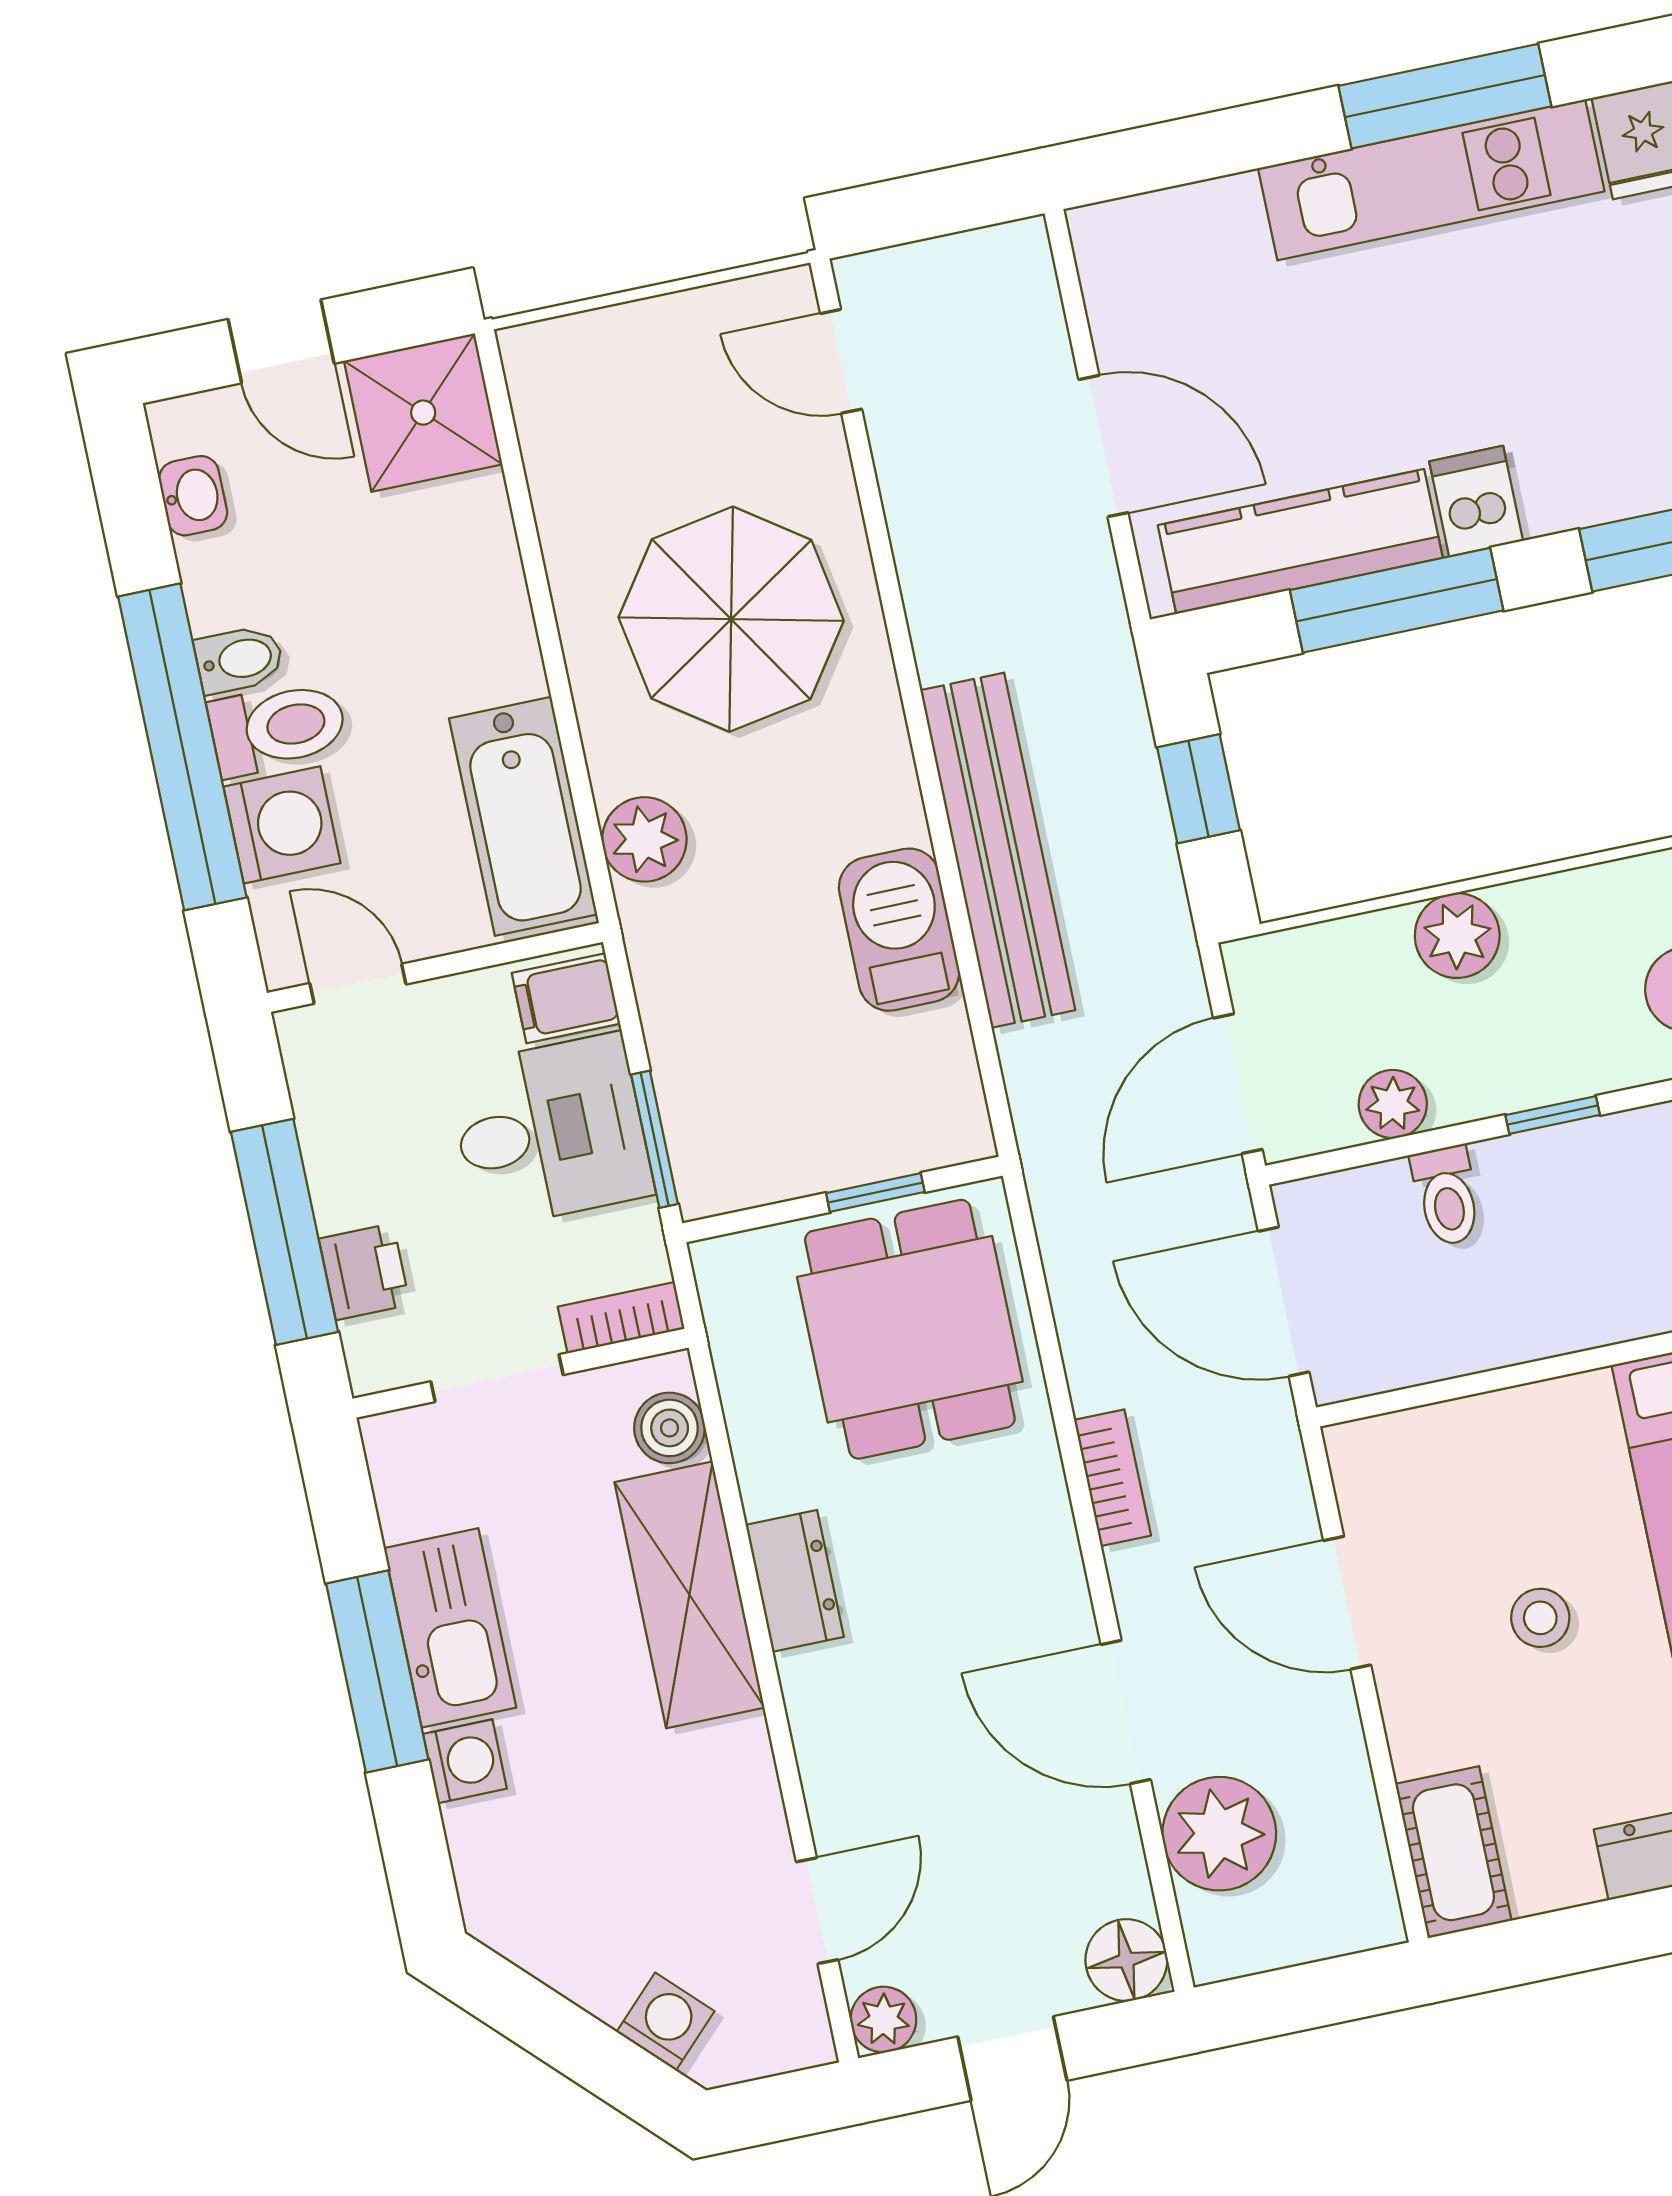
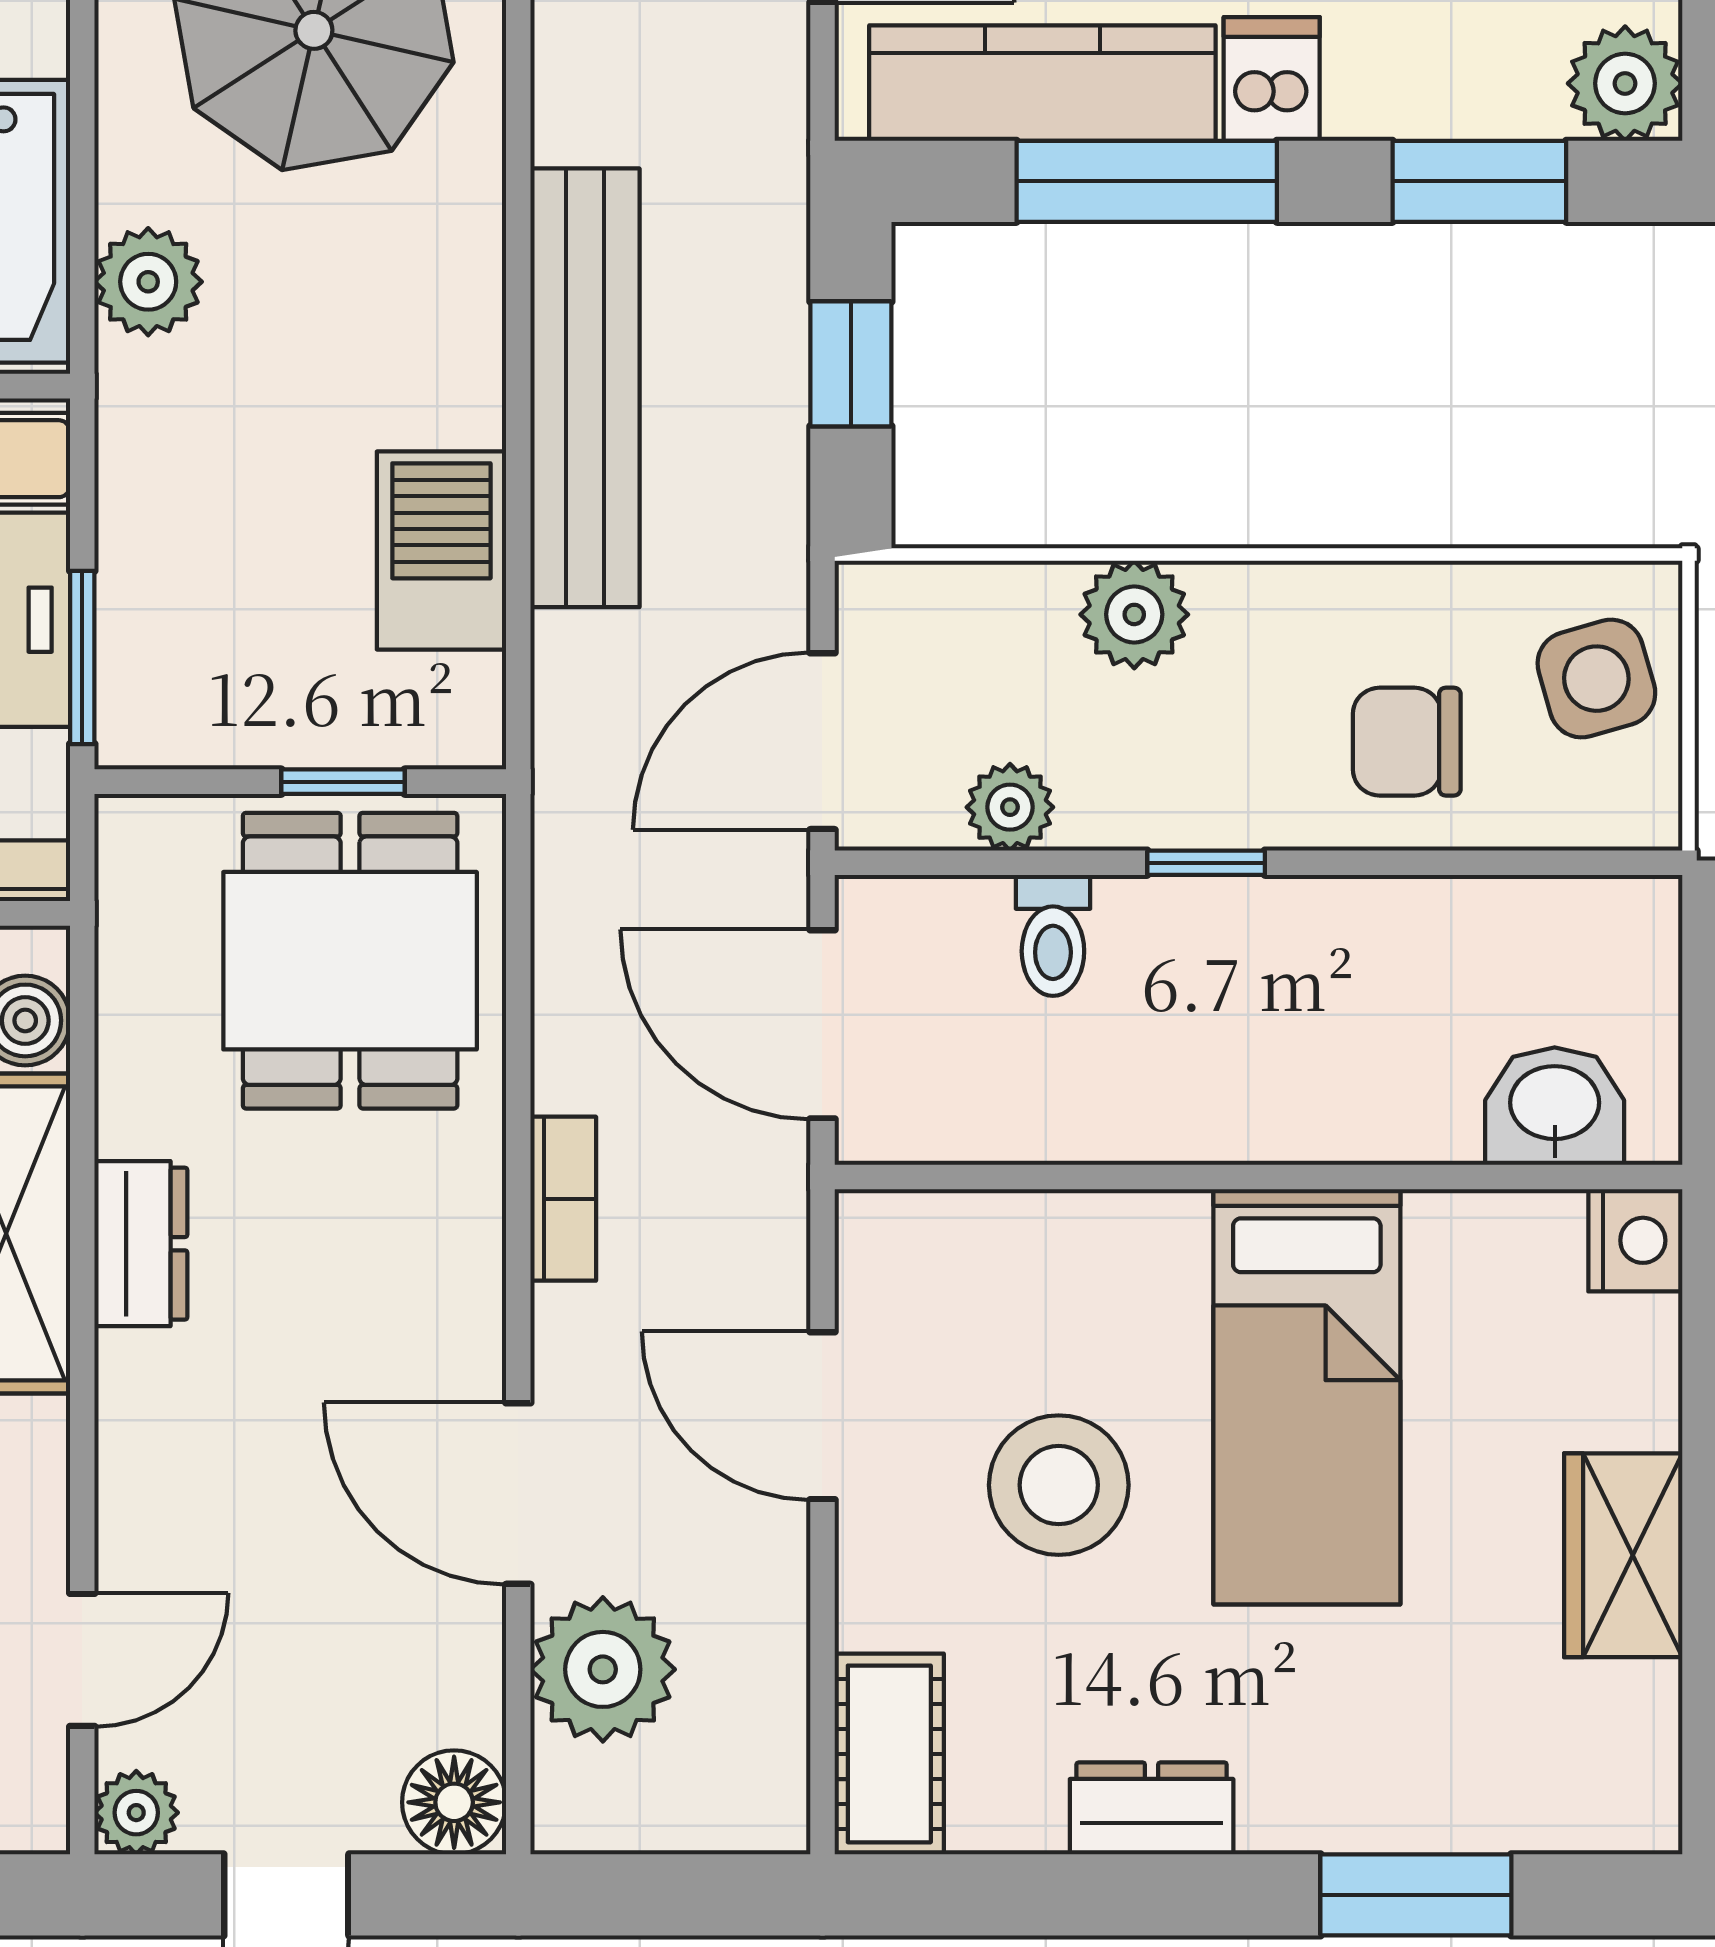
barbecue: (899, 930) -> (441, 551), moved
stool: (1540, 1618) -> (1059, 1485), width x1.89, depth x1.89

